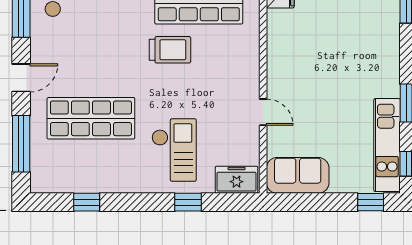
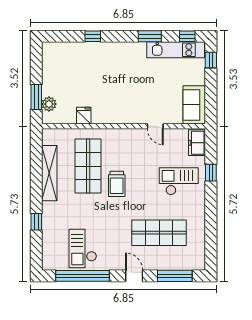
trolley: (170, 50) -> (117, 184), turned 180
door: (263, 112) -> (155, 126), swing flipped
shop shelf: (91, 118) -> (159, 233), turned 90
window: (87, 202) -> (211, 235), removed

